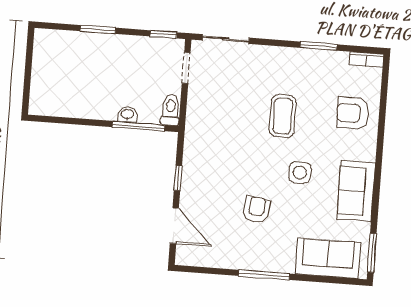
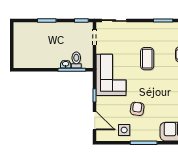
toilet: (171, 110) -> (76, 60), moved
corner sofa: (212, 141) -> (111, 75), added
side table: (300, 173) -> (124, 130), moved

